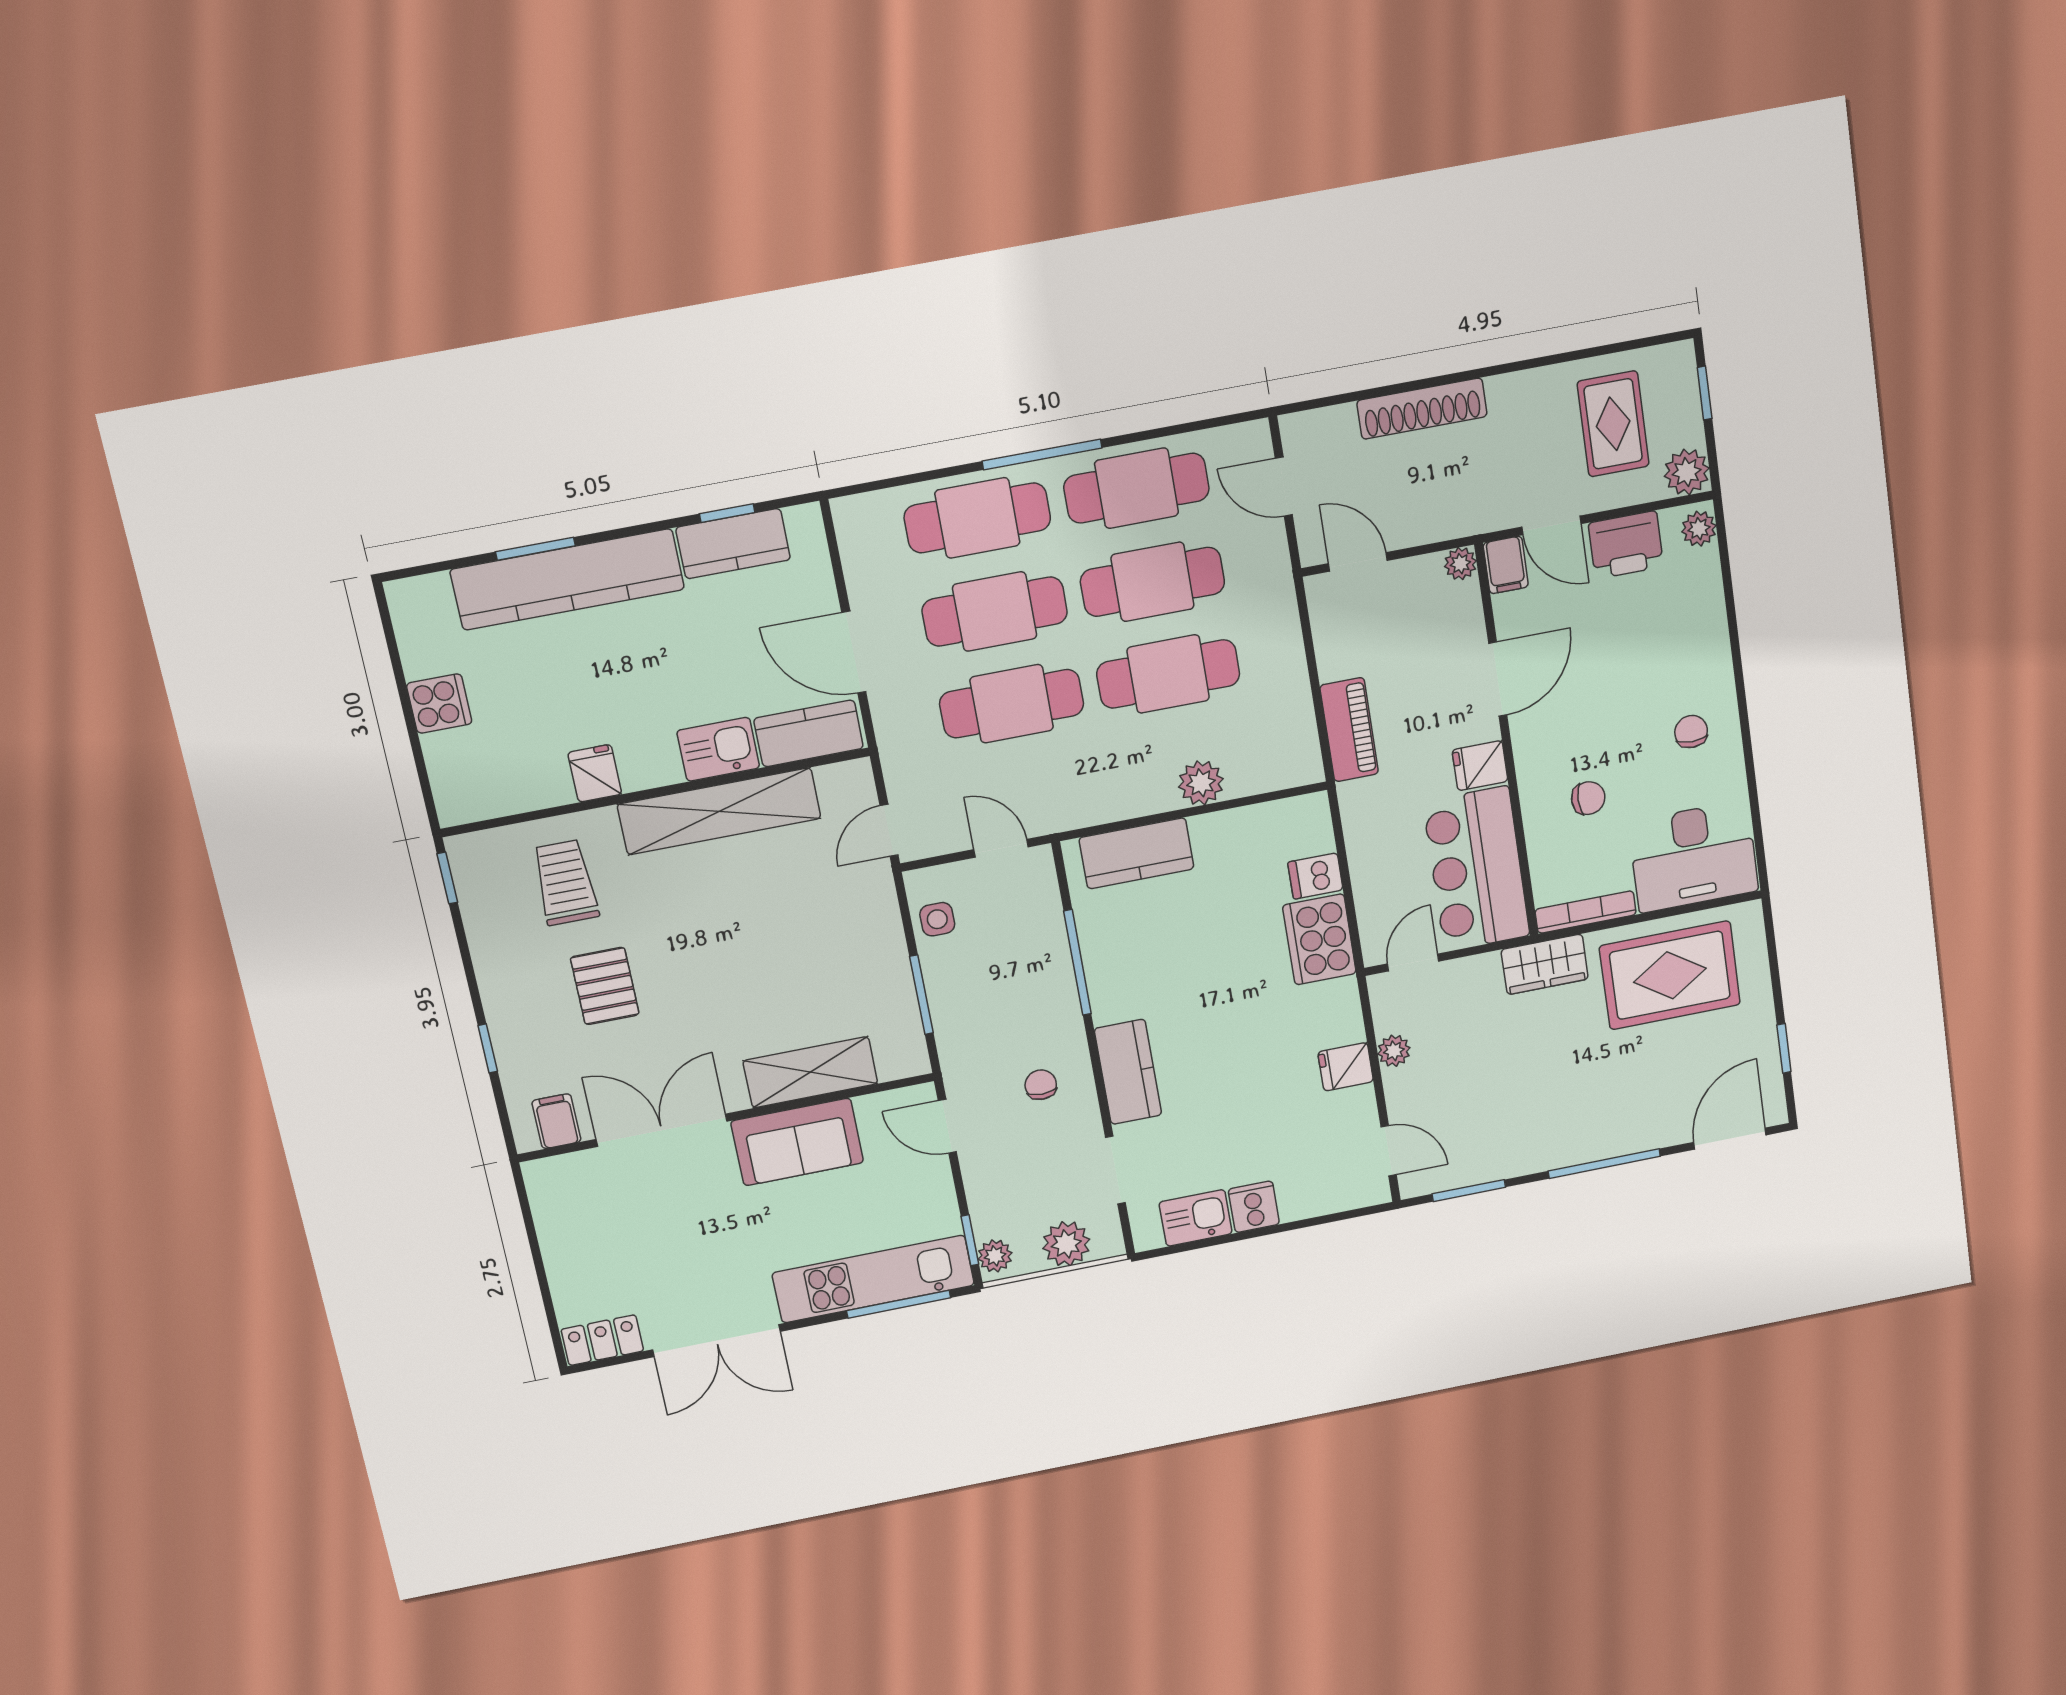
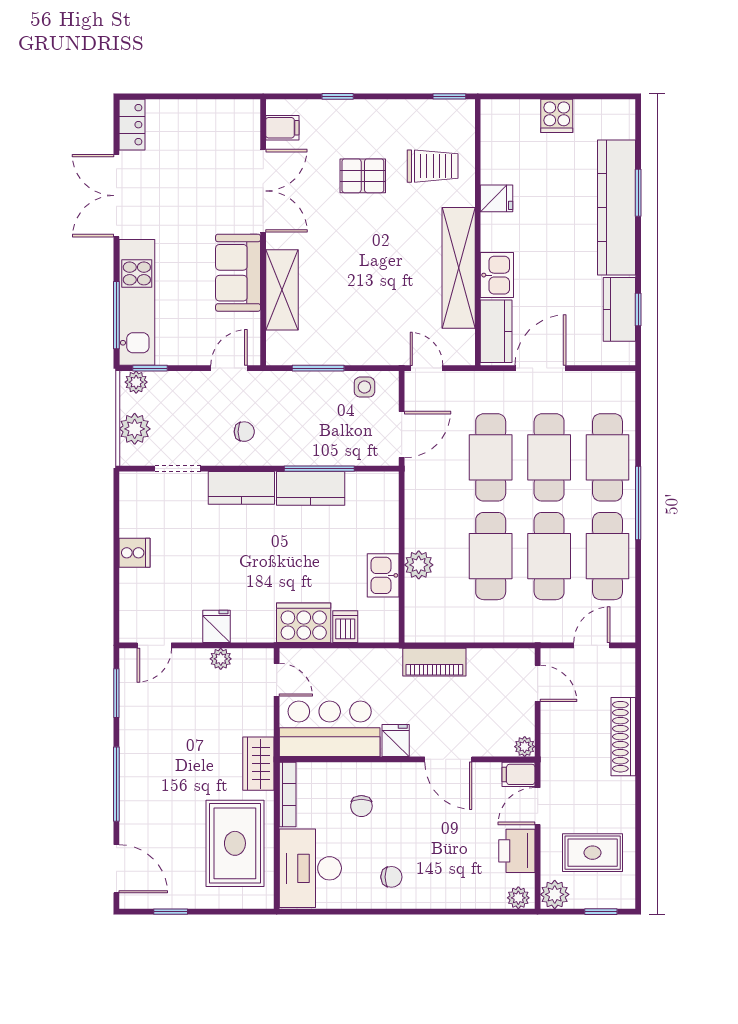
door: (1358, 562) -> (538, 683), hinge flipped
door: (1001, 848) -> (402, 434), width x1.38
kitchen counter: (1136, 853) -> (311, 488), moved, turned -90
kitchen sink: (1196, 1218) -> (383, 575), moved, turned 180

